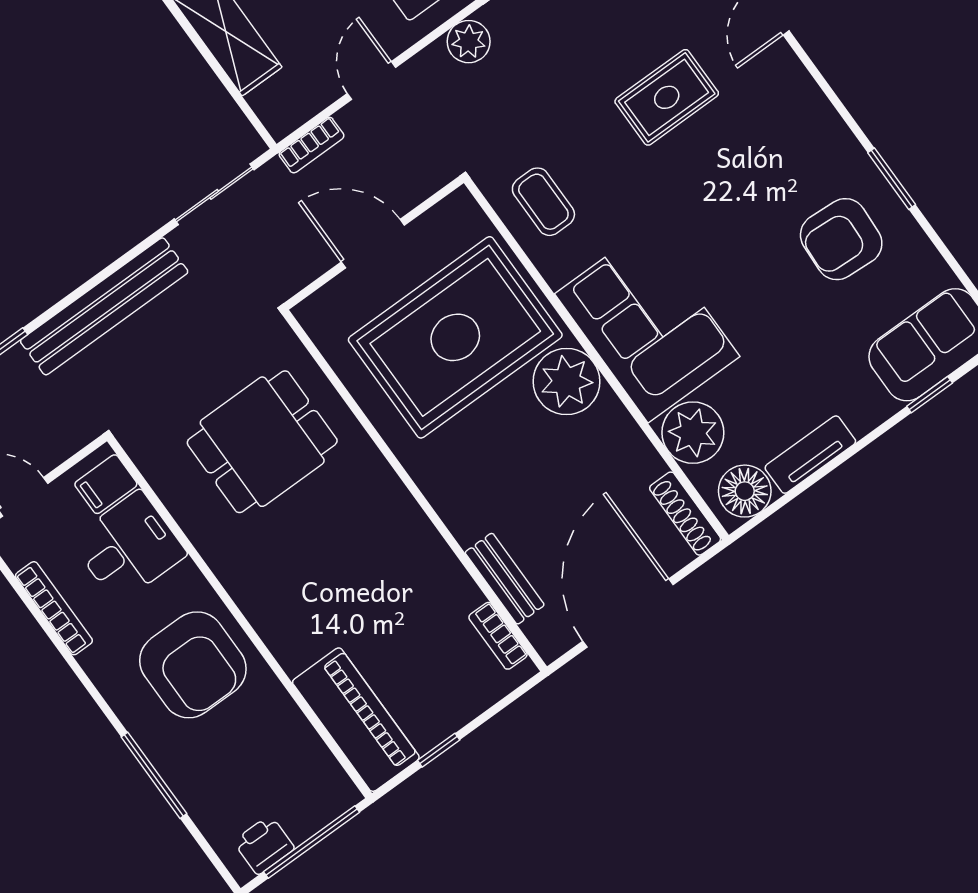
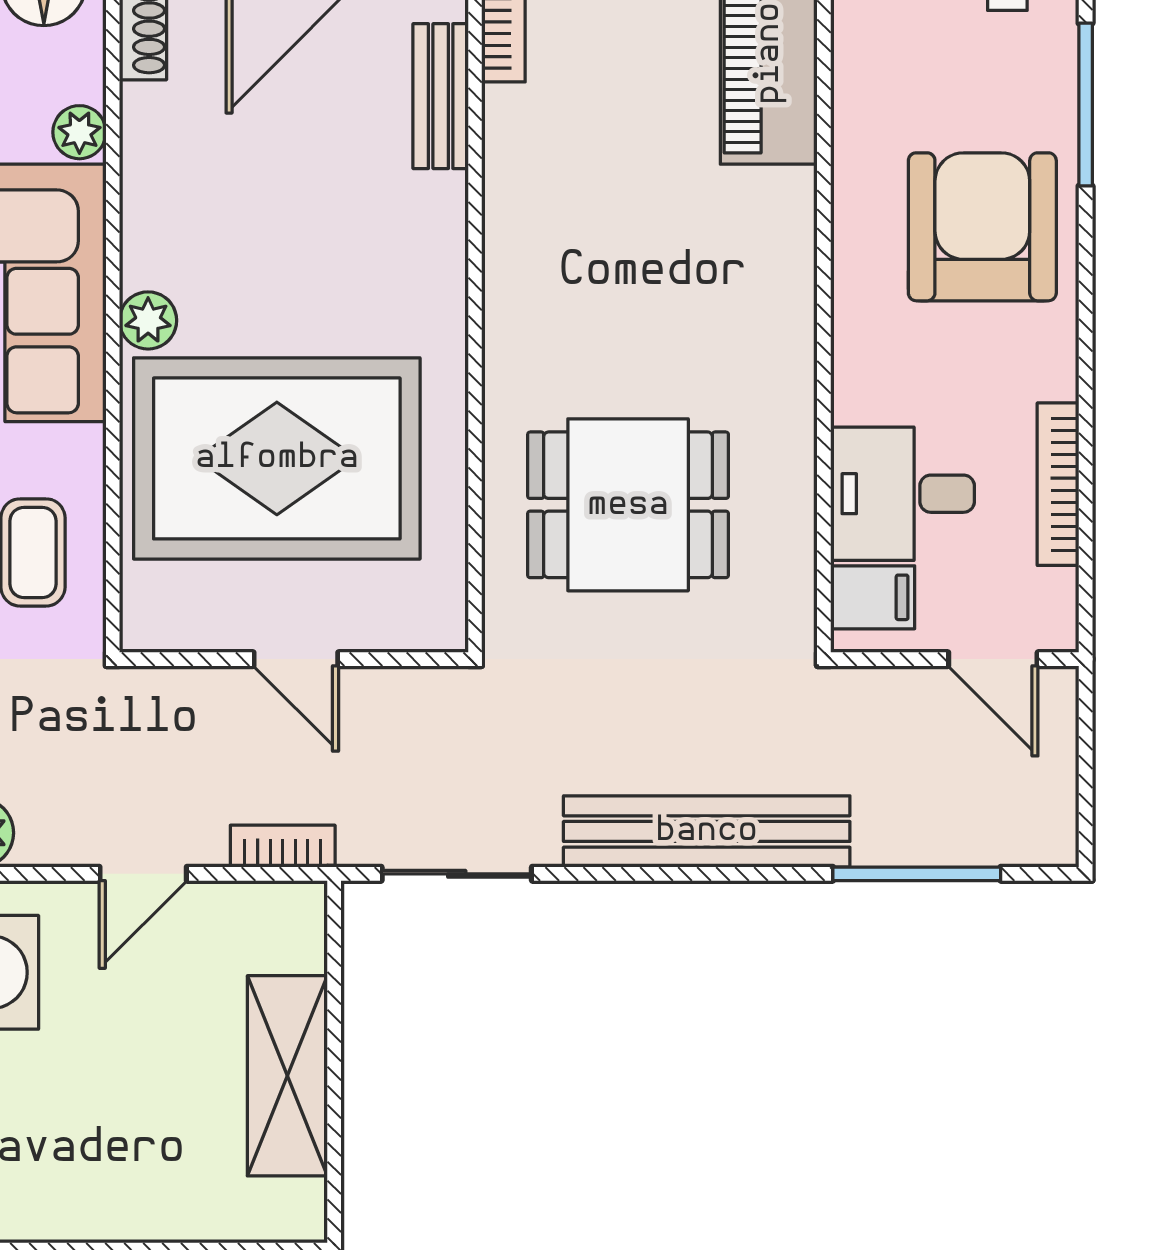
door: (373, 244) -> (296, 659), width x0.73
plant: (567, 382) -> (148, 320), width x0.53, depth x0.53
plant: (693, 433) -> (79, 132), width x0.53, depth x0.53
armchair: (193, 665) -> (982, 227), moved
window: (154, 775) -> (1086, 105), moved

